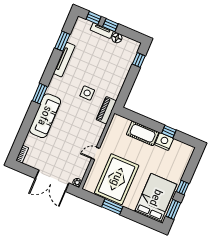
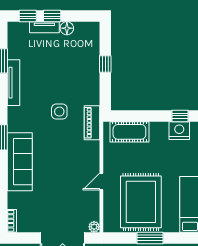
window: (139, 60) -> (105, 64), moved
cot: (143, 133) -> (129, 132), moved

